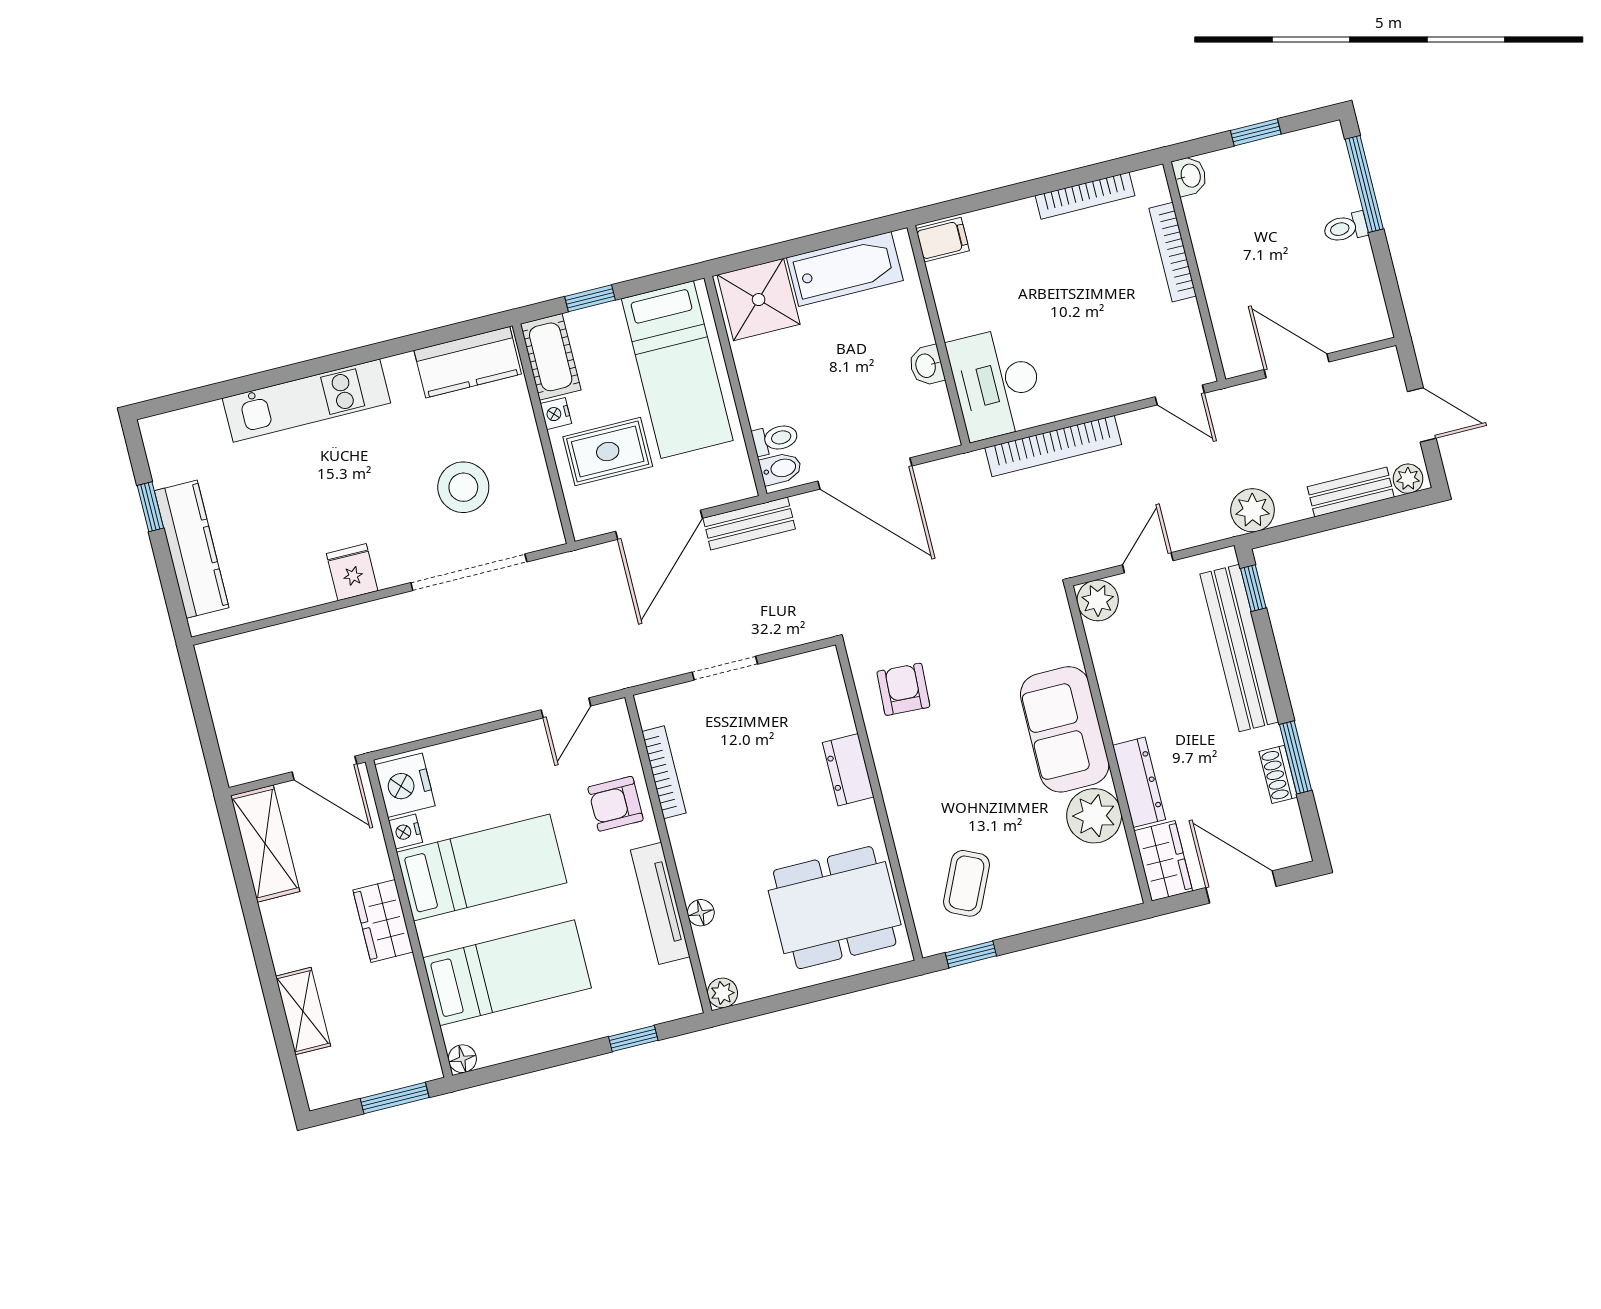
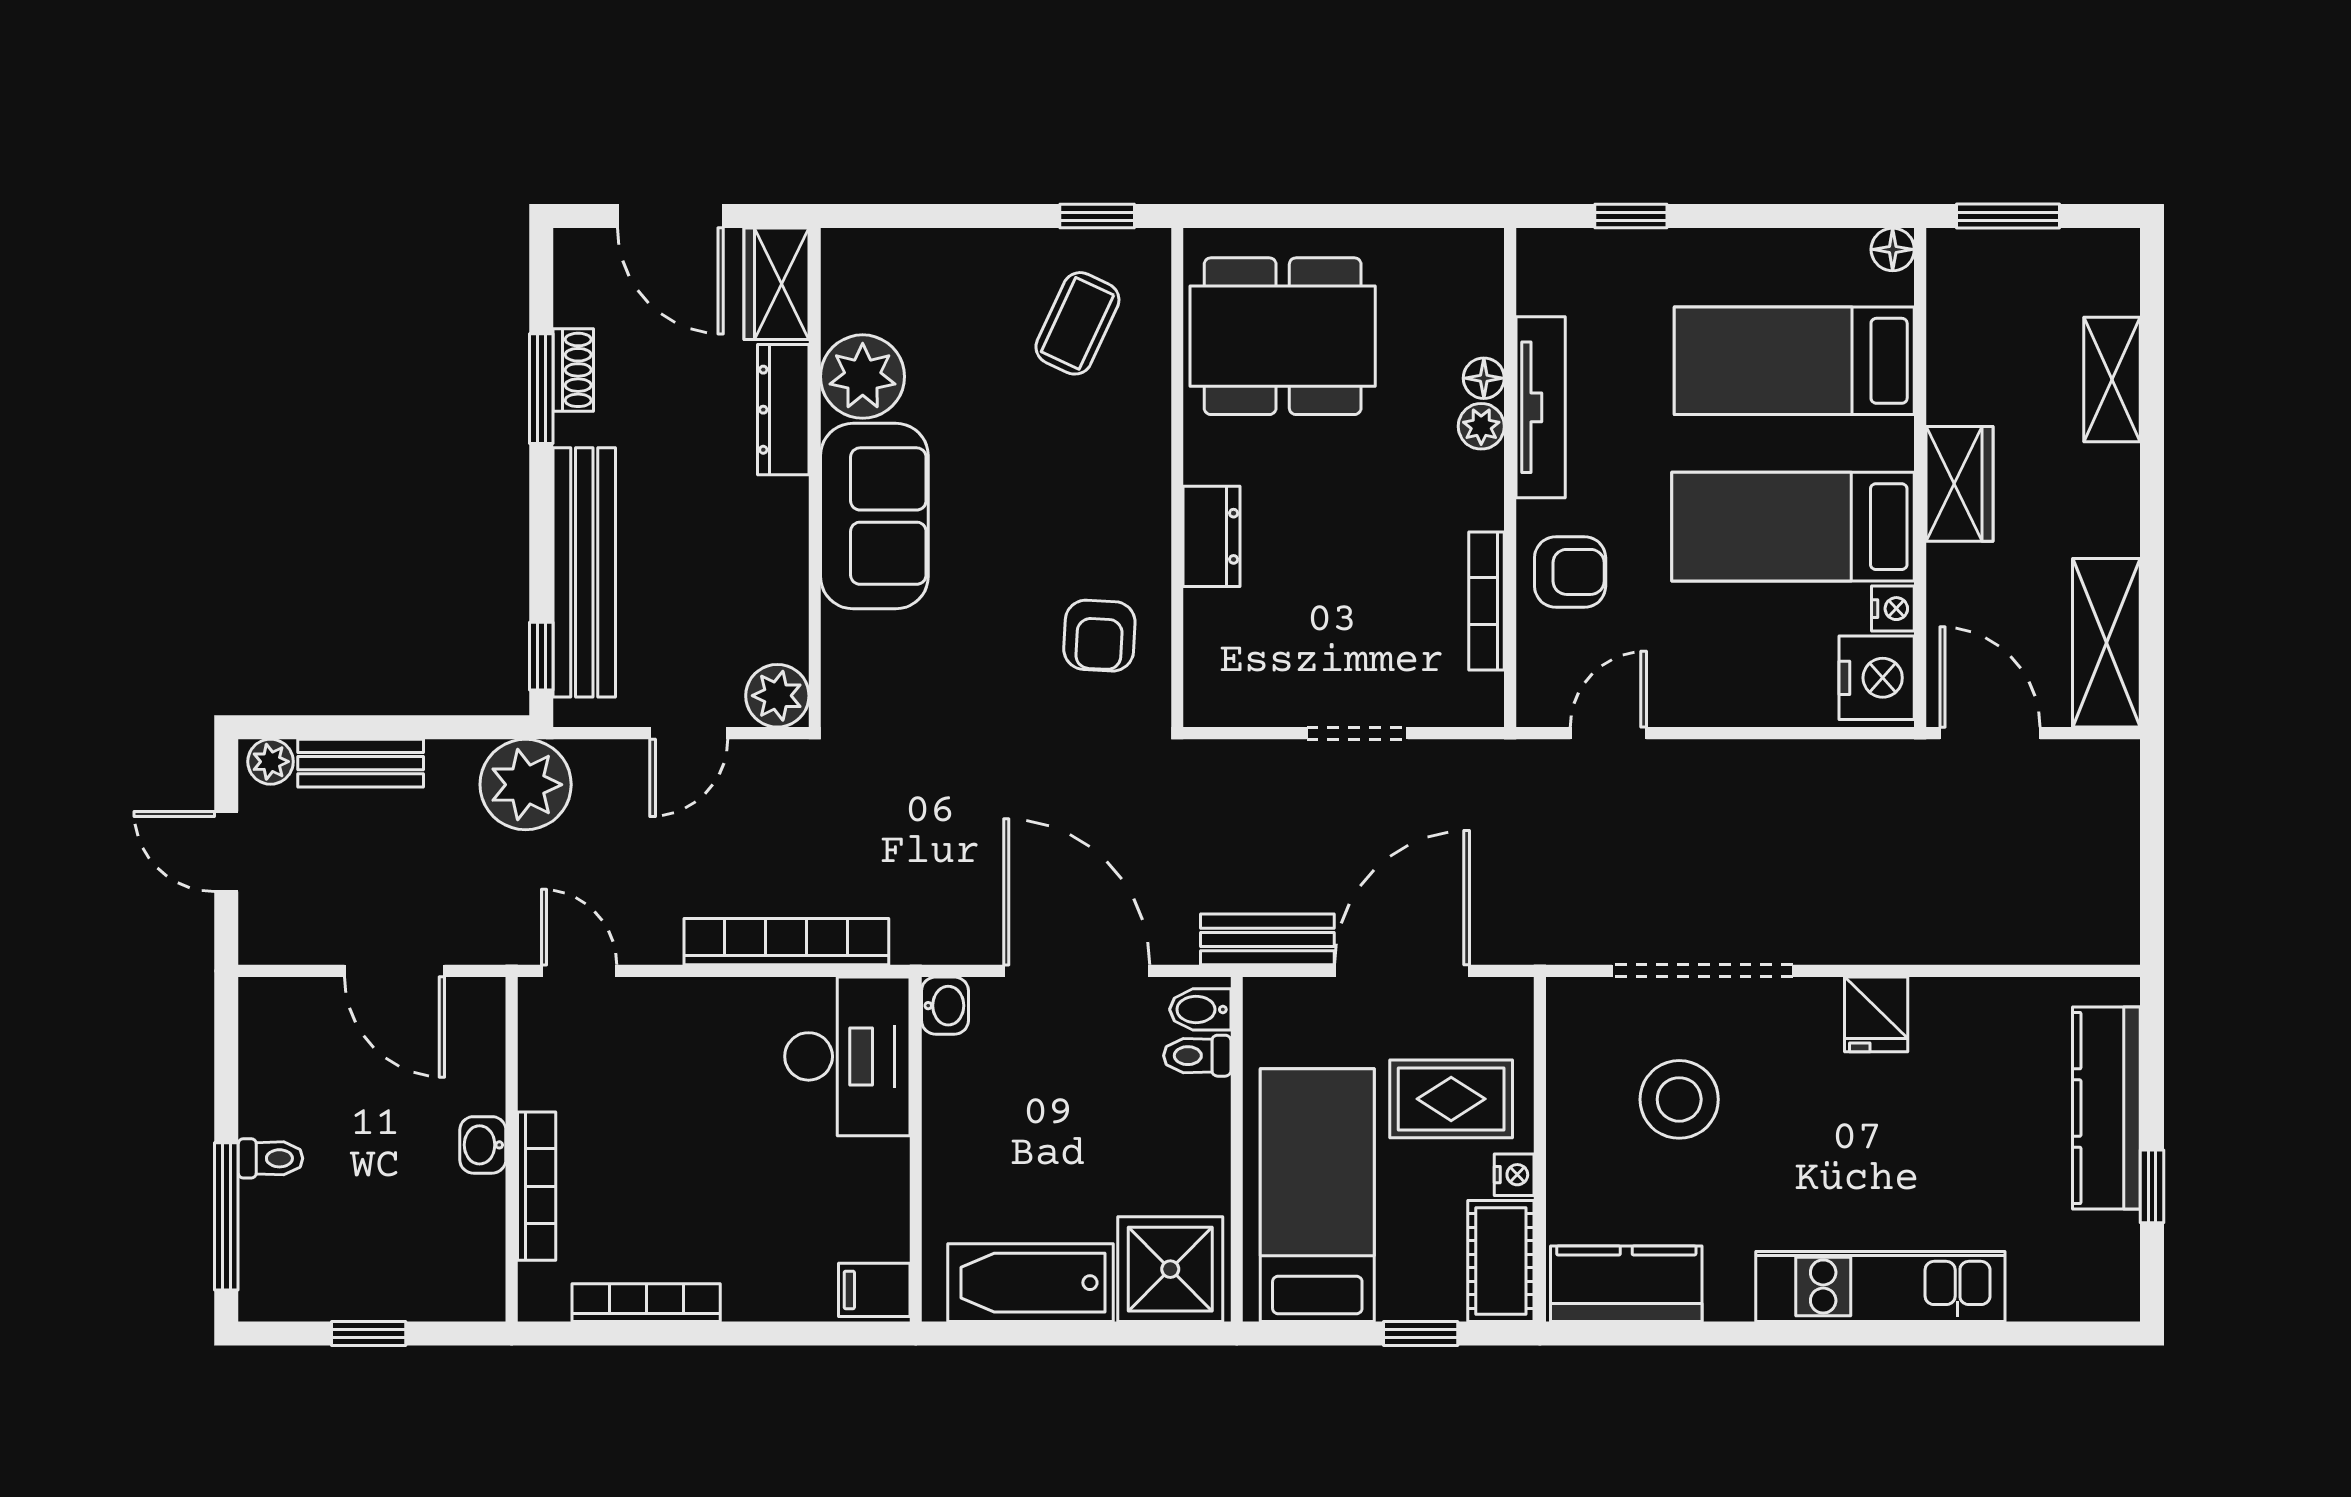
washbasin: (1190, 176) -> (483, 1145), moved
washbasin: (926, 366) -> (945, 1006), moved
plant: (1253, 510) -> (526, 785), width x1.36, depth x1.36
plant: (722, 993) -> (1481, 426), moved

